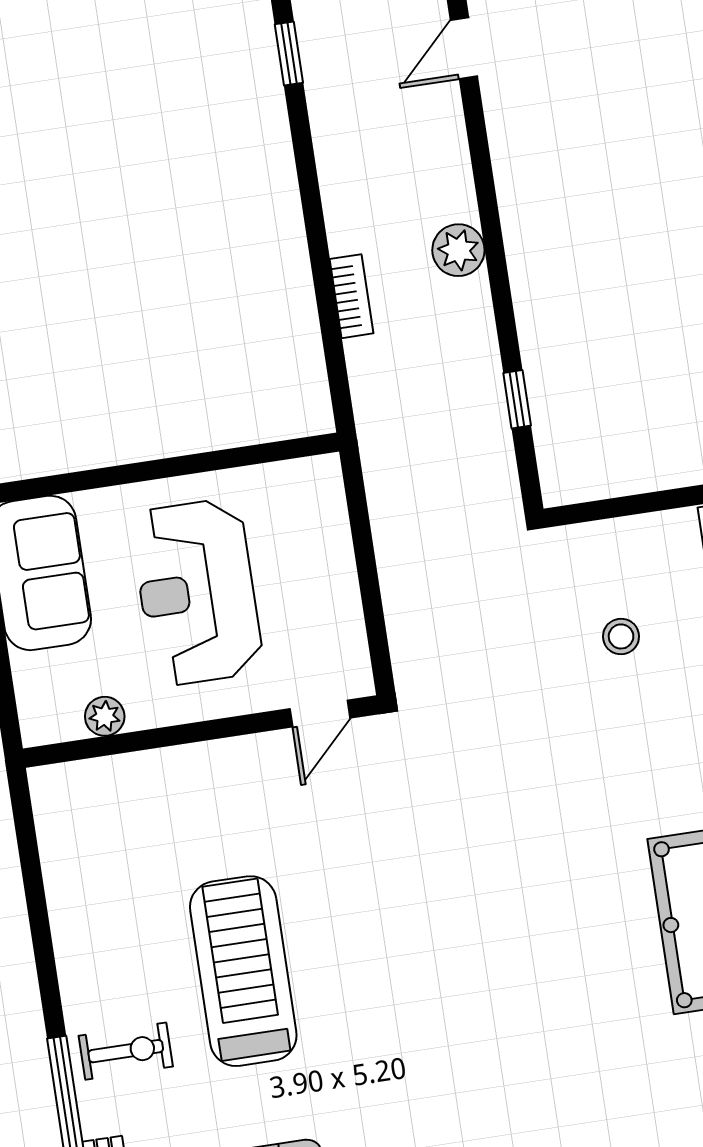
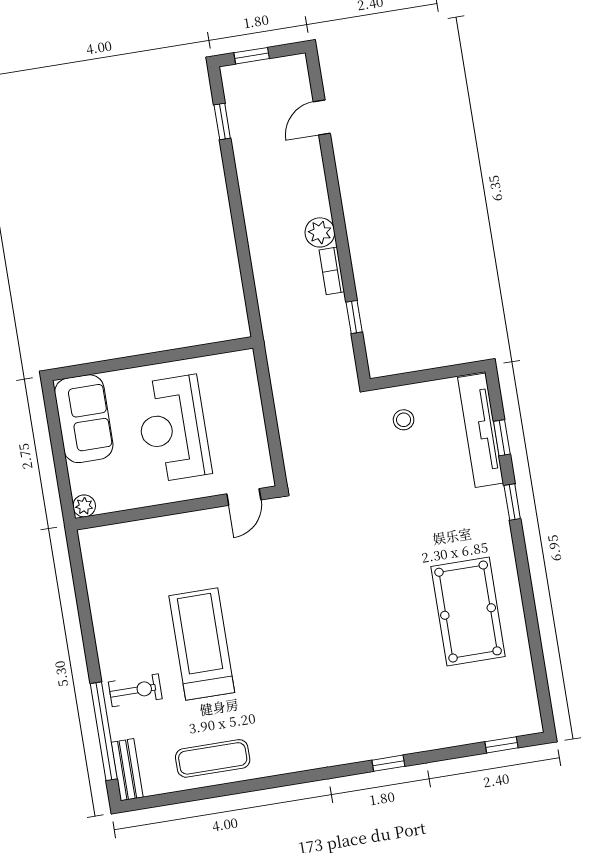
bookcase: (352, 296) -> (332, 271), moved, turned 180
stool: (621, 636) -> (404, 420), moved
plant: (105, 716) -> (84, 506), moved

